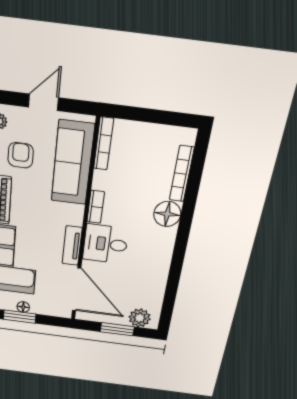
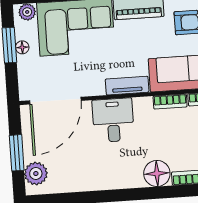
bookcase: (96, 207) -> (170, 101), moved
tv unit: (72, 246) -> (127, 86), moved

